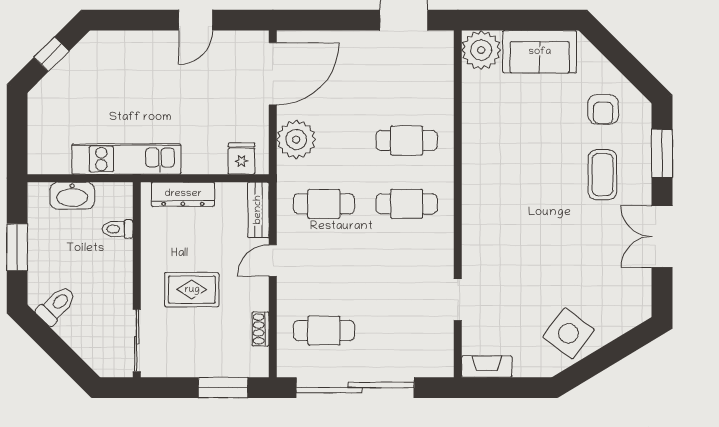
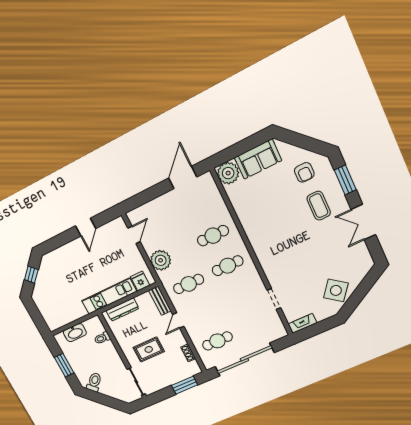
door: (273, 74) -> (134, 235), width x0.53
kitchen unit: (126, 159) -> (109, 296), moved

